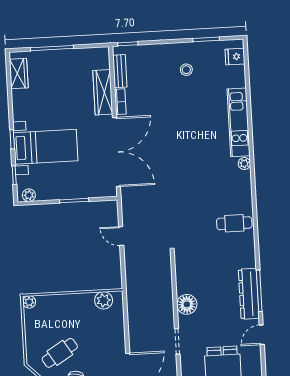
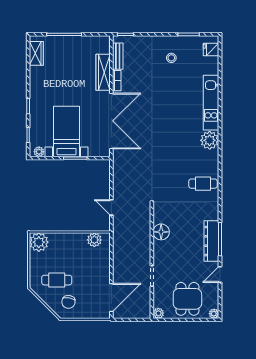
bed with nightstands: (46, 147) -> (67, 132), moved, turned -90
plant: (244, 164) -> (210, 140), width x1.88, depth x1.88
door: (121, 236) -> (111, 207), moved
plant: (29, 302) -> (39, 242), width x1.88, depth x1.88
floor lamp: (187, 304) -> (161, 232), moved
cafe table: (60, 353) -> (57, 280), turned 32

